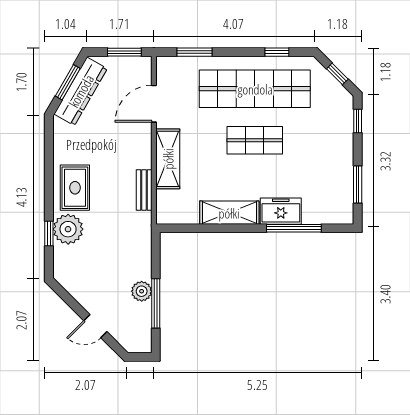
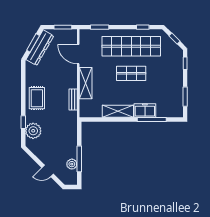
door: (154, 104) -> (78, 54), hinge flipped
plant: (68, 229) -> (33, 131), moved
plant: (142, 291) -> (72, 164), moved

